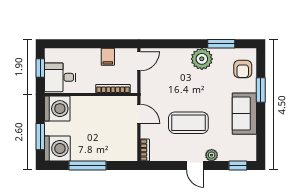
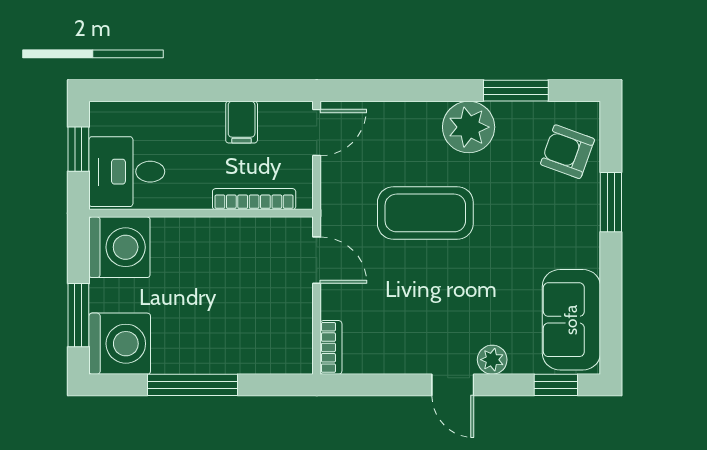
armchair: (243, 69) -> (567, 152), turned 110
sofa: (244, 114) -> (571, 320), moved
coffee table: (188, 123) -> (425, 213), moved

